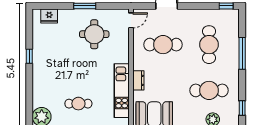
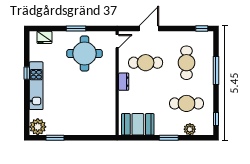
round table: (94, 34) -> (85, 53), width x1.36, depth x1.36
dresser: (138, 80) -> (124, 82), moved
kitchen unit: (122, 91) -> (36, 86), moved, turned 180
cafe table: (78, 104) -> (70, 115), removed

